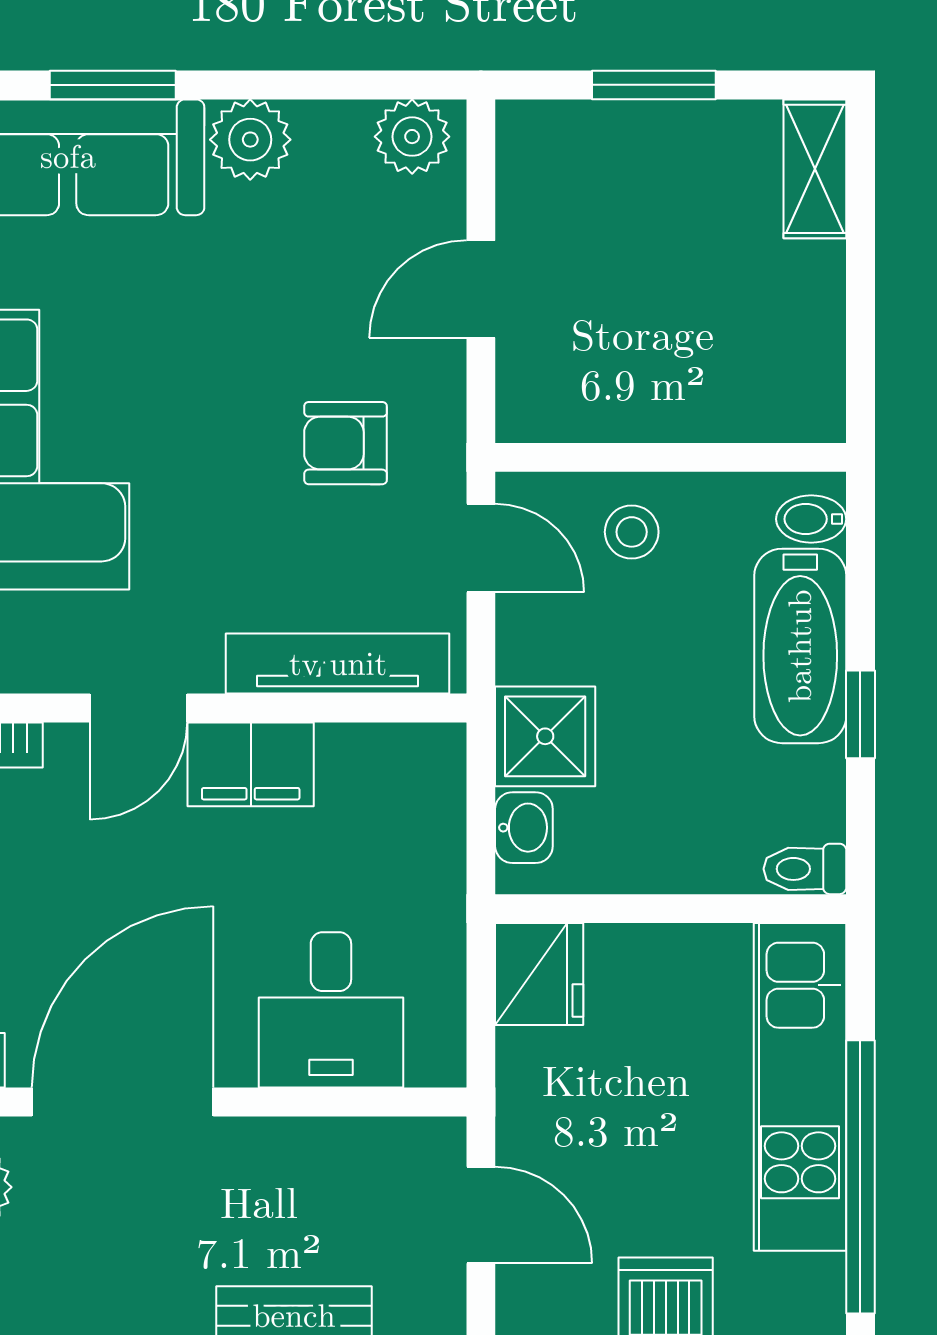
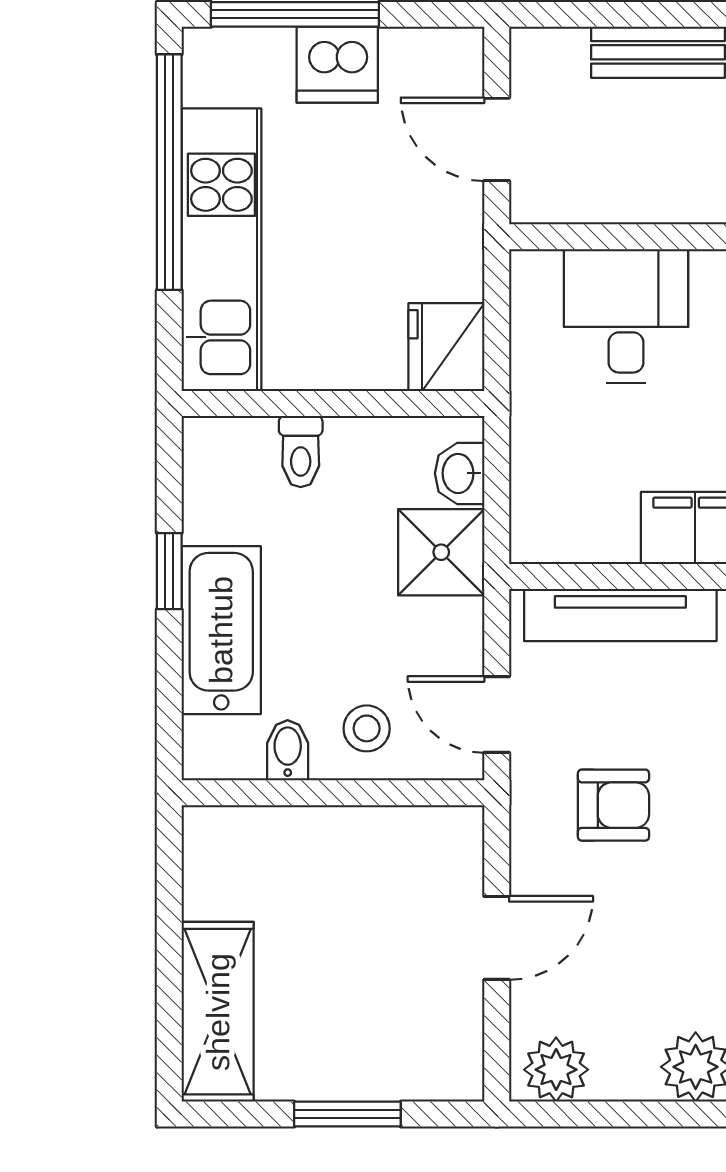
shelving: (815, 169) -> (218, 1012), width x1.50, depth x1.33
bidet: (811, 519) -> (288, 750), moved, turned -90
toilet: (805, 869) -> (301, 452), moved, turned 90

